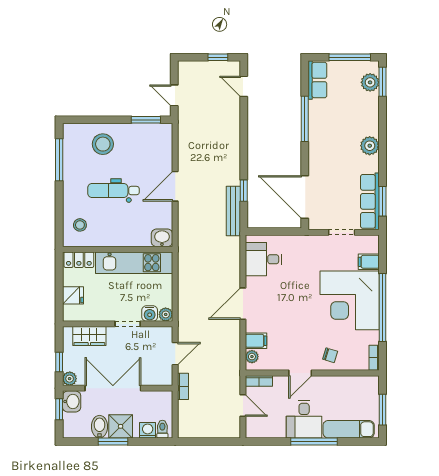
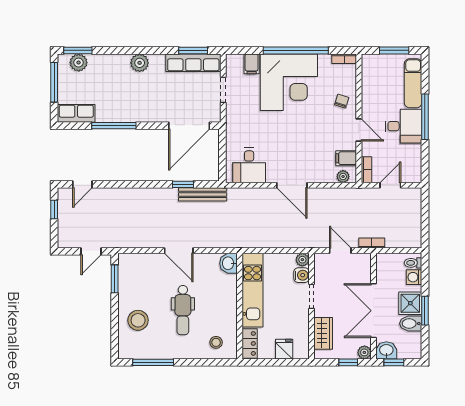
filing cabinet: (256, 341) -> (346, 158), moved, turned -90

